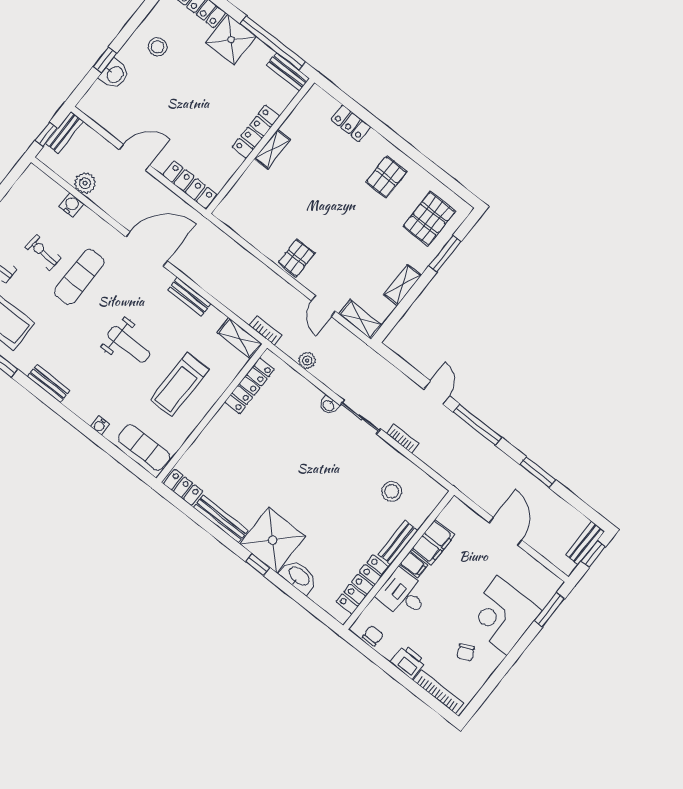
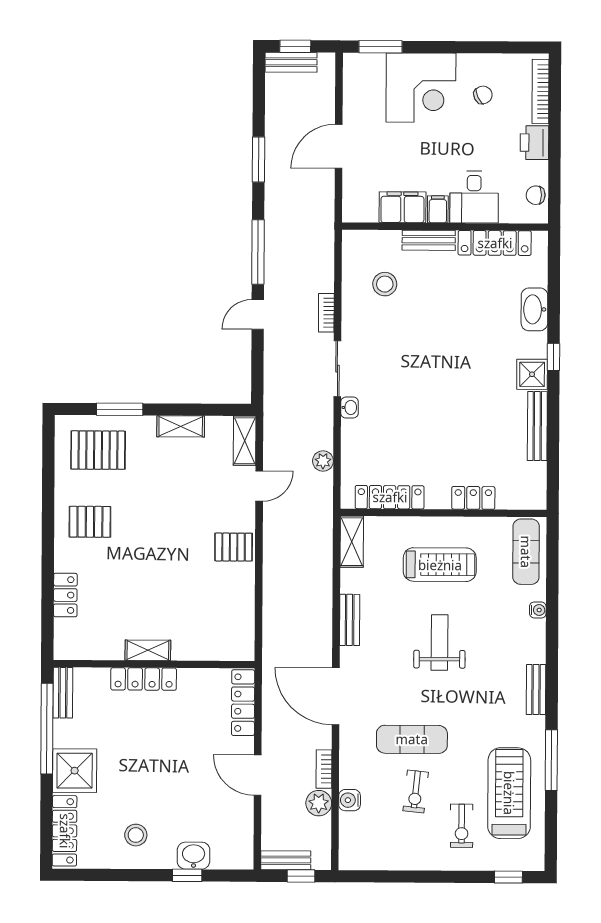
bookcase: (266, 331) -> (324, 769), moved
locker: (183, 487) -> (473, 498), moved, turned 90
shower: (273, 540) -> (532, 374), width x0.54, depth x0.54

